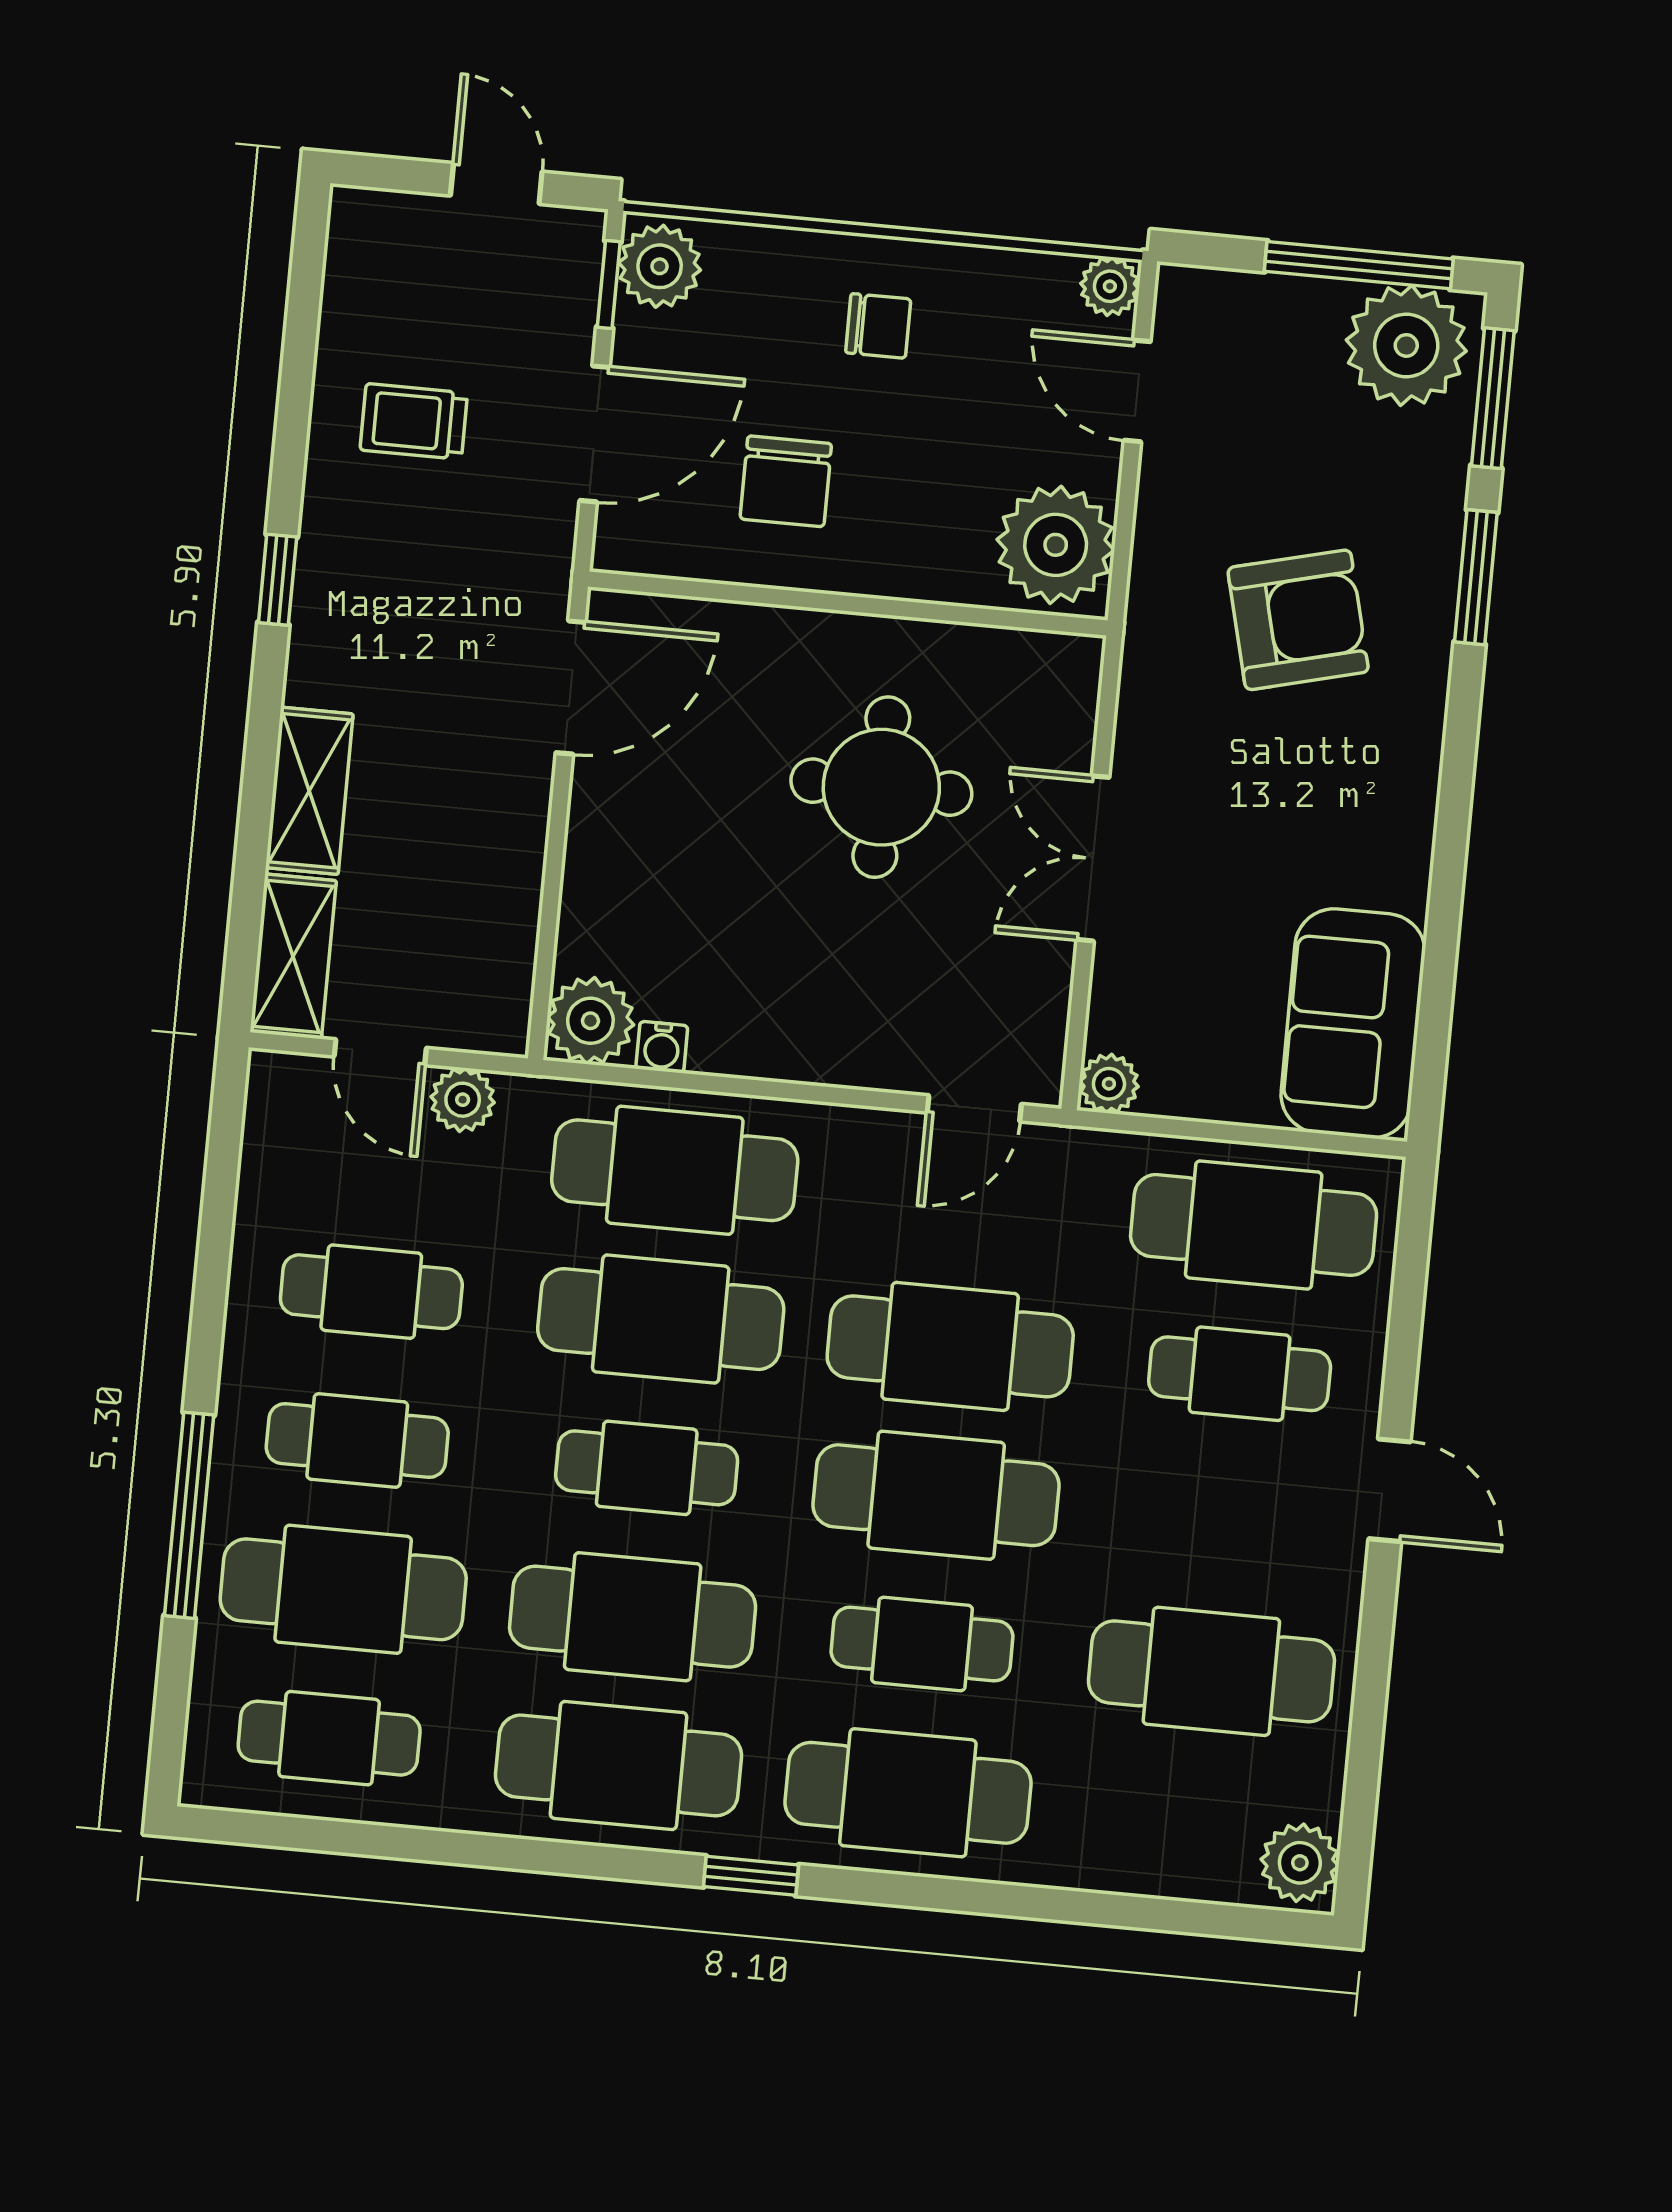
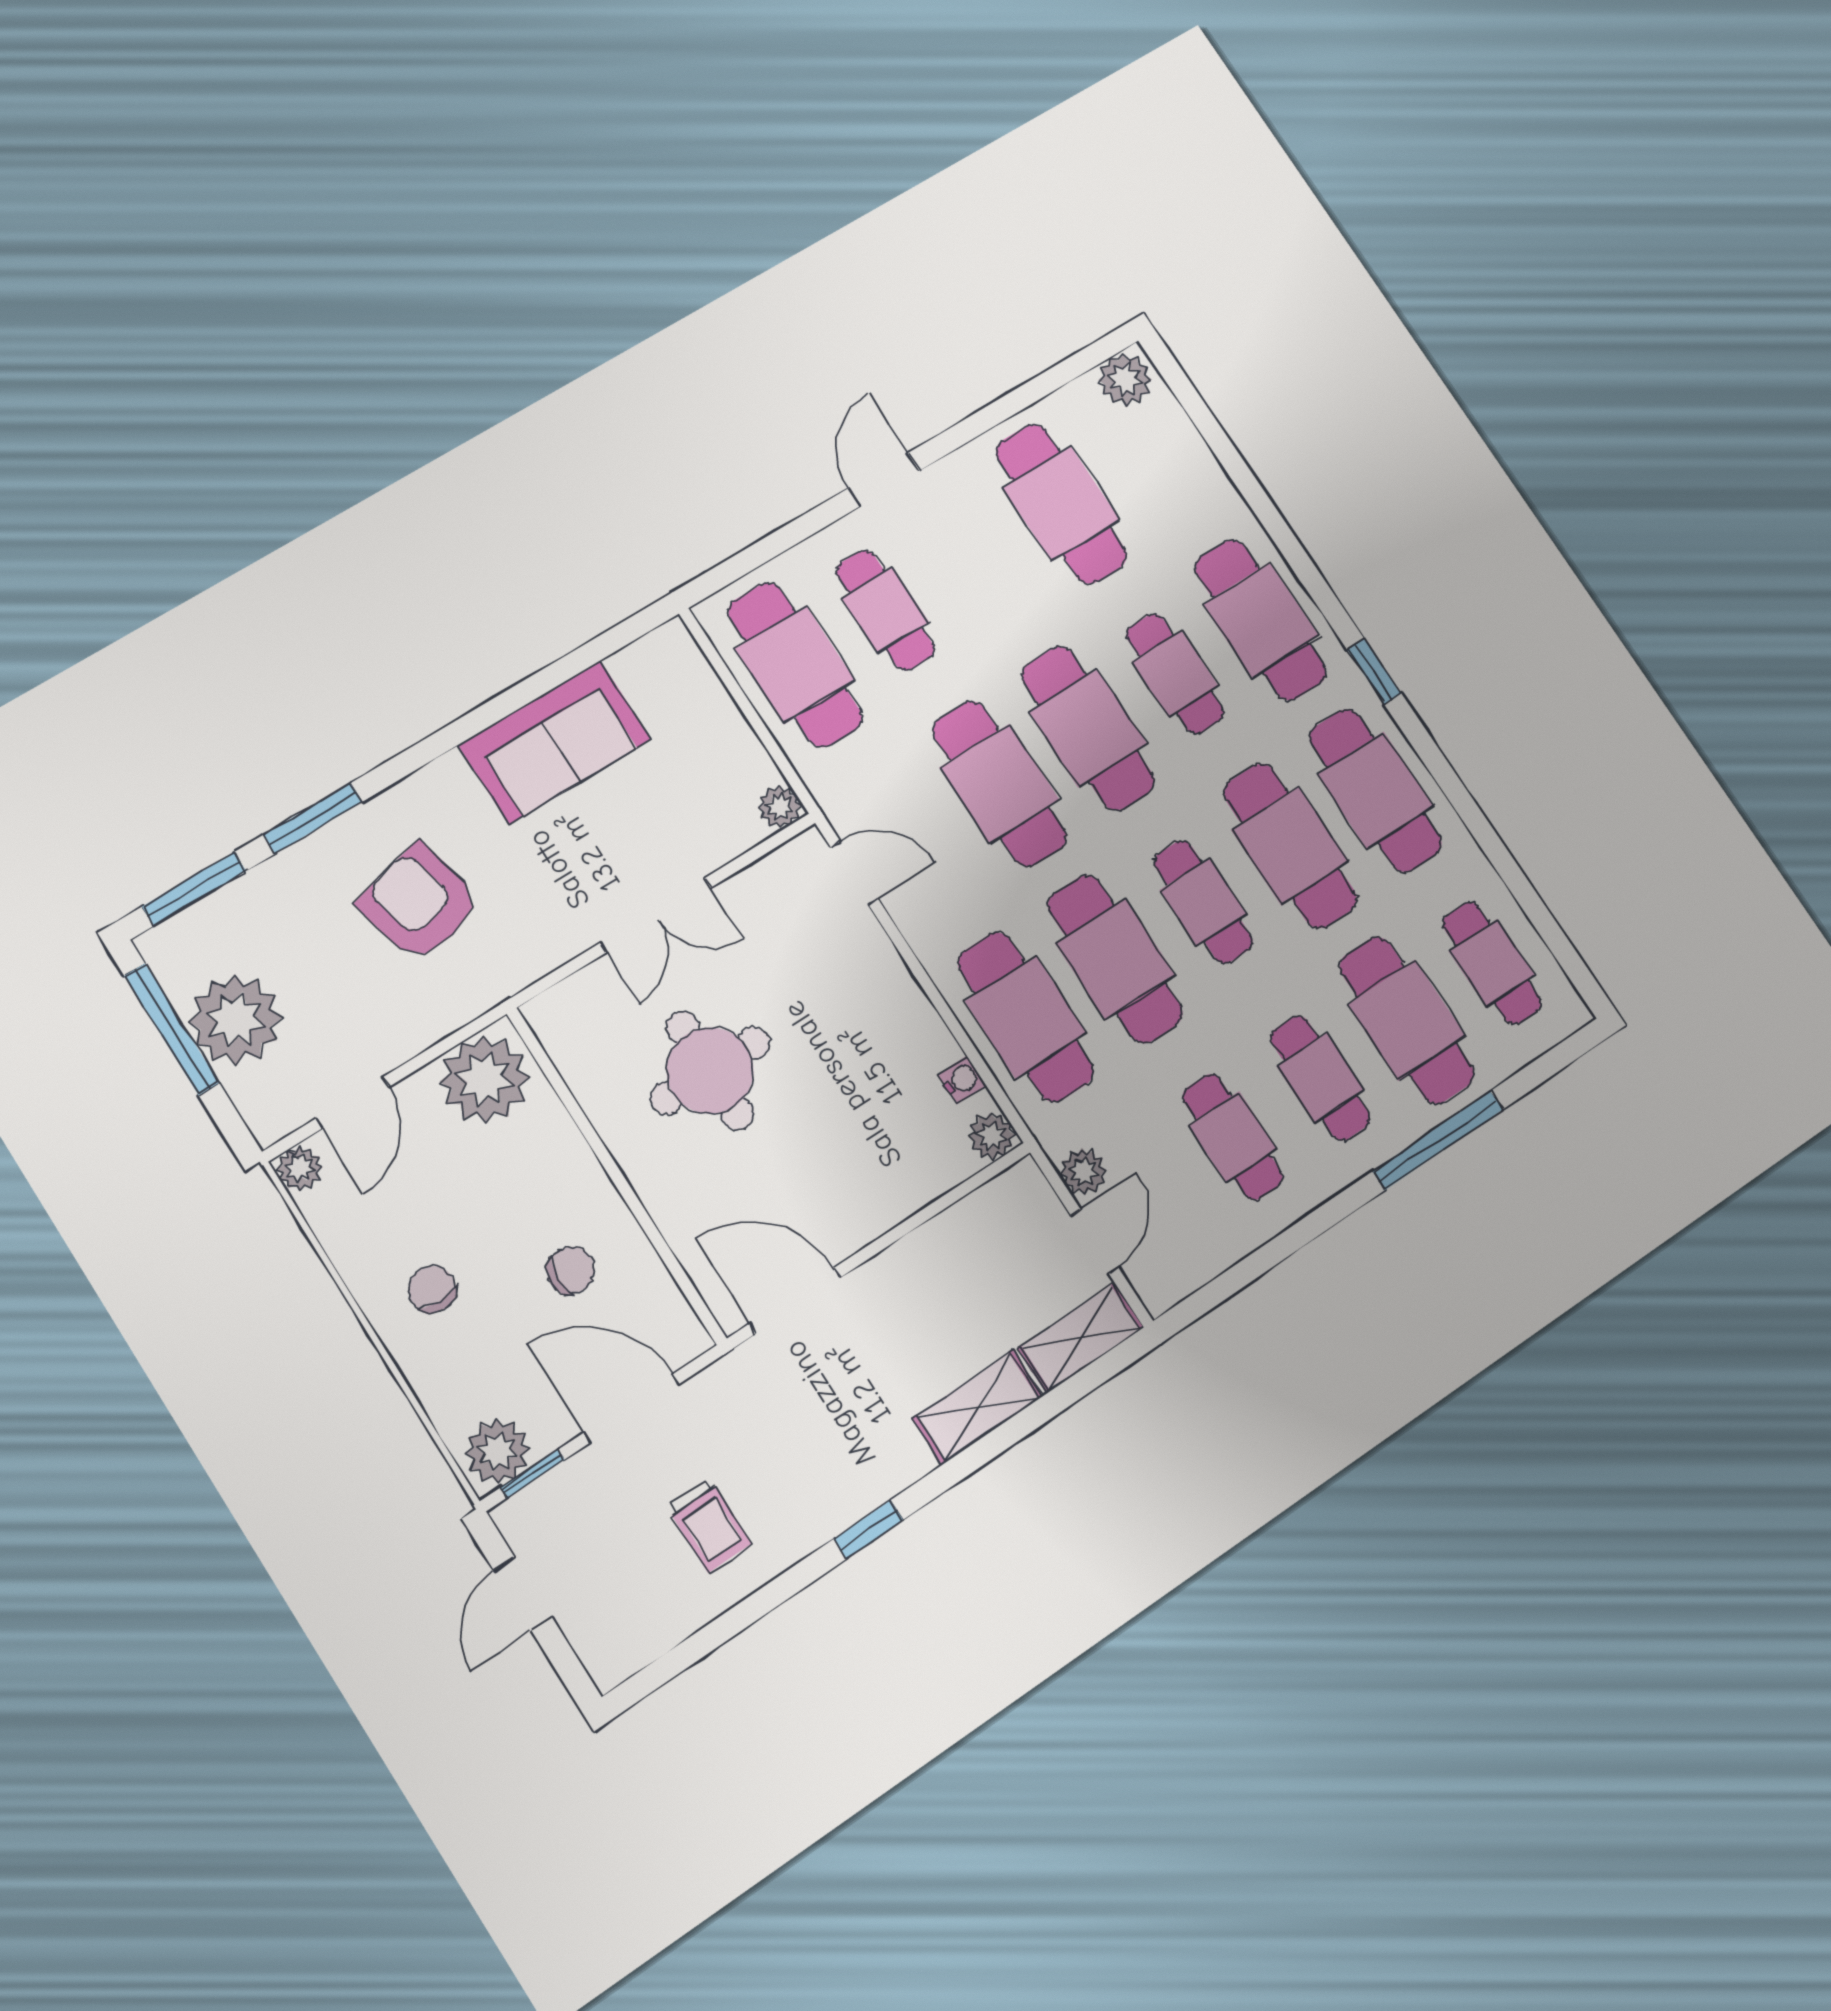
plant: (1406, 345) -> (235, 1020), moved
chair: (786, 481) -> (571, 1270), width x0.73, depth x0.73
plant: (590, 1021) -> (992, 1136), width x0.73, depth x0.73
sofa: (1353, 1023) -> (555, 742), moved

